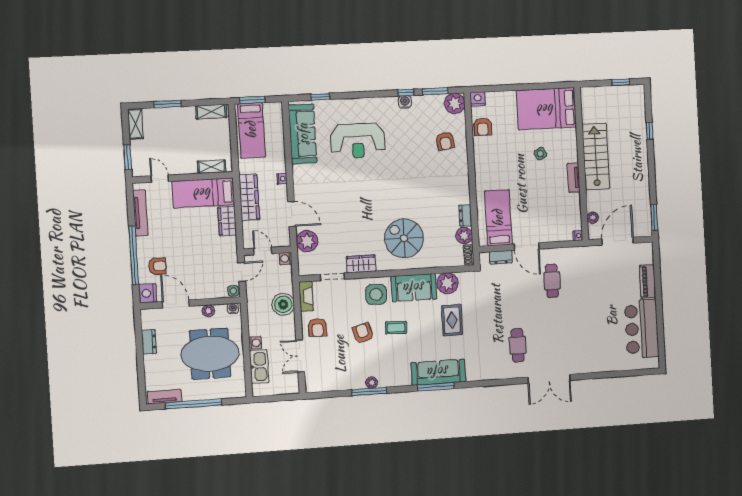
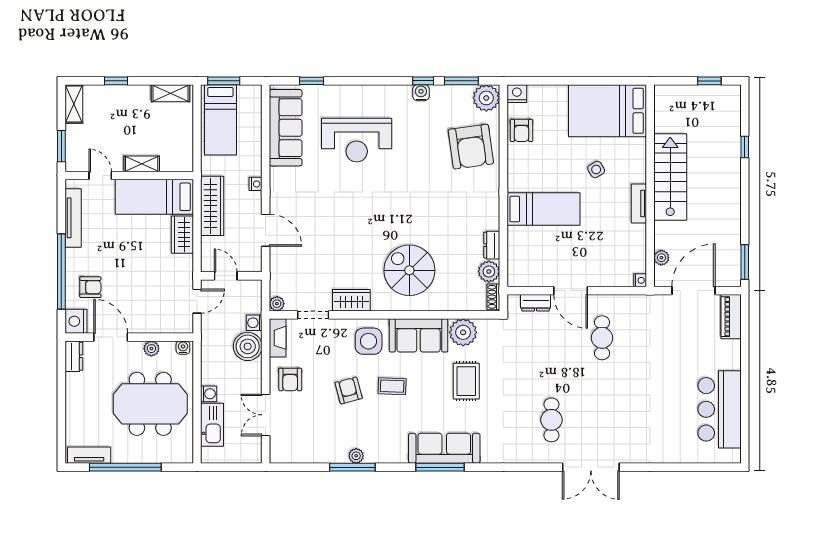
window: (168, 104) -> (116, 81), width x0.67
armchair: (445, 141) -> (471, 147), width x1.88, depth x1.88
shelving: (212, 167) -> (142, 164), moved
bed: (498, 218) -> (543, 209), moved, turned 90
plant: (307, 241) -> (277, 304), moved, width x0.53, depth x0.53
washing machine: (286, 259) -> (254, 323), moved
piano: (648, 282) -> (731, 317), moved
side table: (233, 291) -> (185, 325), removed
dresser: (149, 342) -> (74, 356), moved

